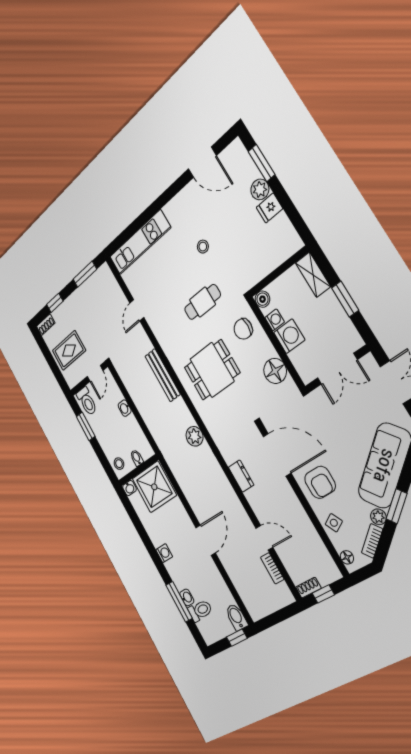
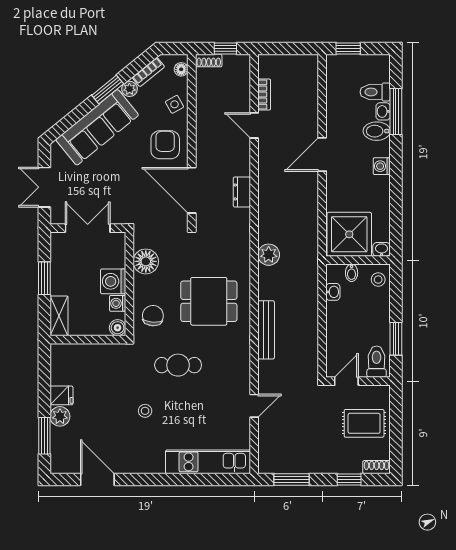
chair: (243, 329) -> (153, 316), turned -85
washbasin: (125, 408) -> (333, 292), moved
shoe rack: (308, 588) -> (209, 61), moved
bidet: (236, 617) -> (377, 131), moved, turned 90

